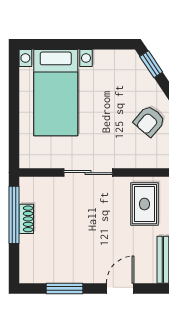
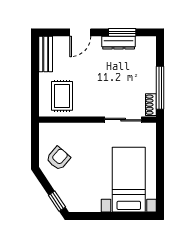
sliding door: (88, 173) -> (123, 120), moved
shoe rack: (26, 219) -> (151, 105), moved
dresser: (69, 275) -> (119, 43), added

